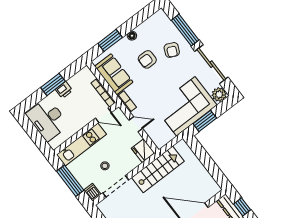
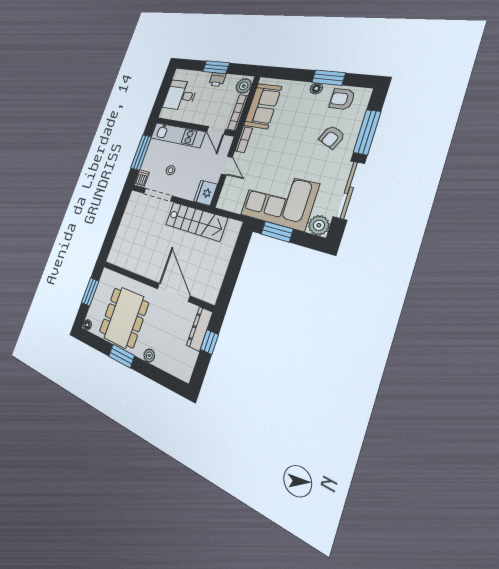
window: (110, 40) -> (328, 78), moved
armchair: (147, 59) -> (342, 99), moved
plant: (87, 76) -> (244, 86), added
desk: (47, 119) -> (180, 95), width x0.73

